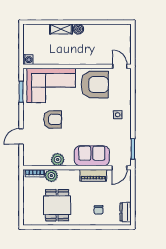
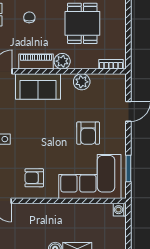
armchair: (95, 85) -> (34, 178), width x0.53, depth x0.53
armchair: (53, 119) -> (88, 133), turned -90
plant: (51, 176) -> (62, 61), moved

